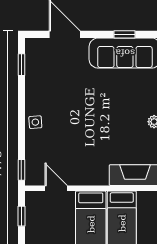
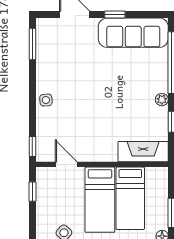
window: (124, 34) -> (115, 14), moved
window: (21, 65) -> (32, 44), width x1.50

